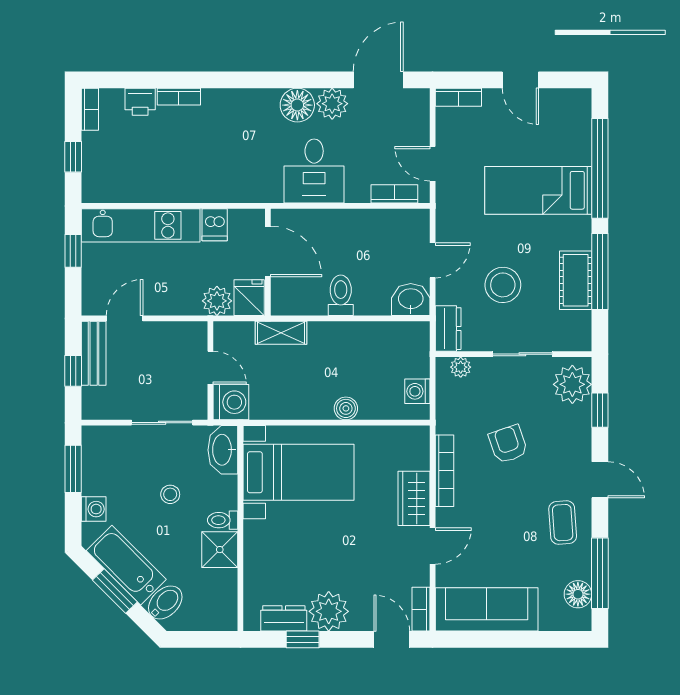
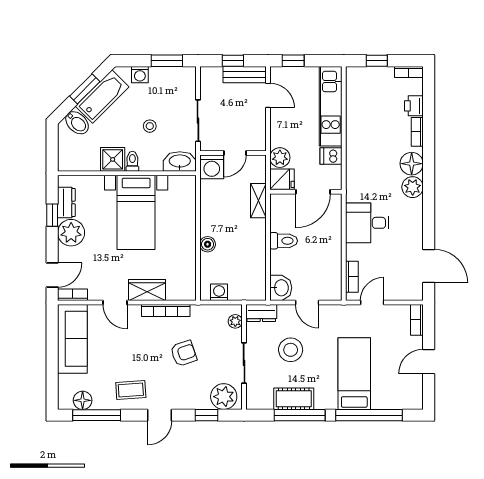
plant: (332, 104) -> (413, 187), moved
floor lamp: (297, 105) -> (412, 164), moved
window: (73, 251) -> (293, 61), moved
bed with nightstands: (299, 472) -> (136, 212), moved

